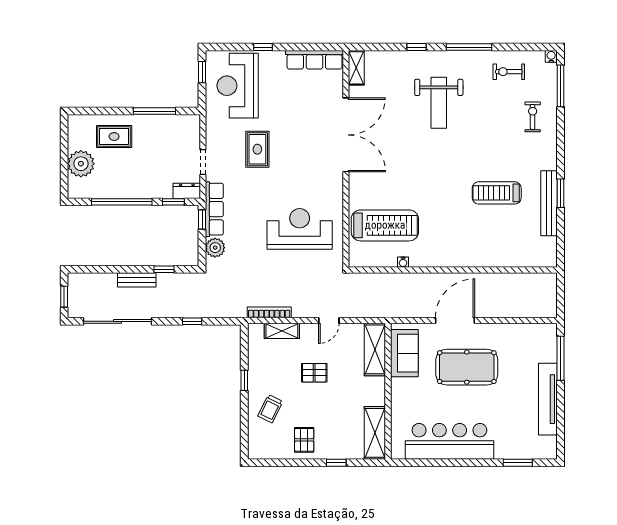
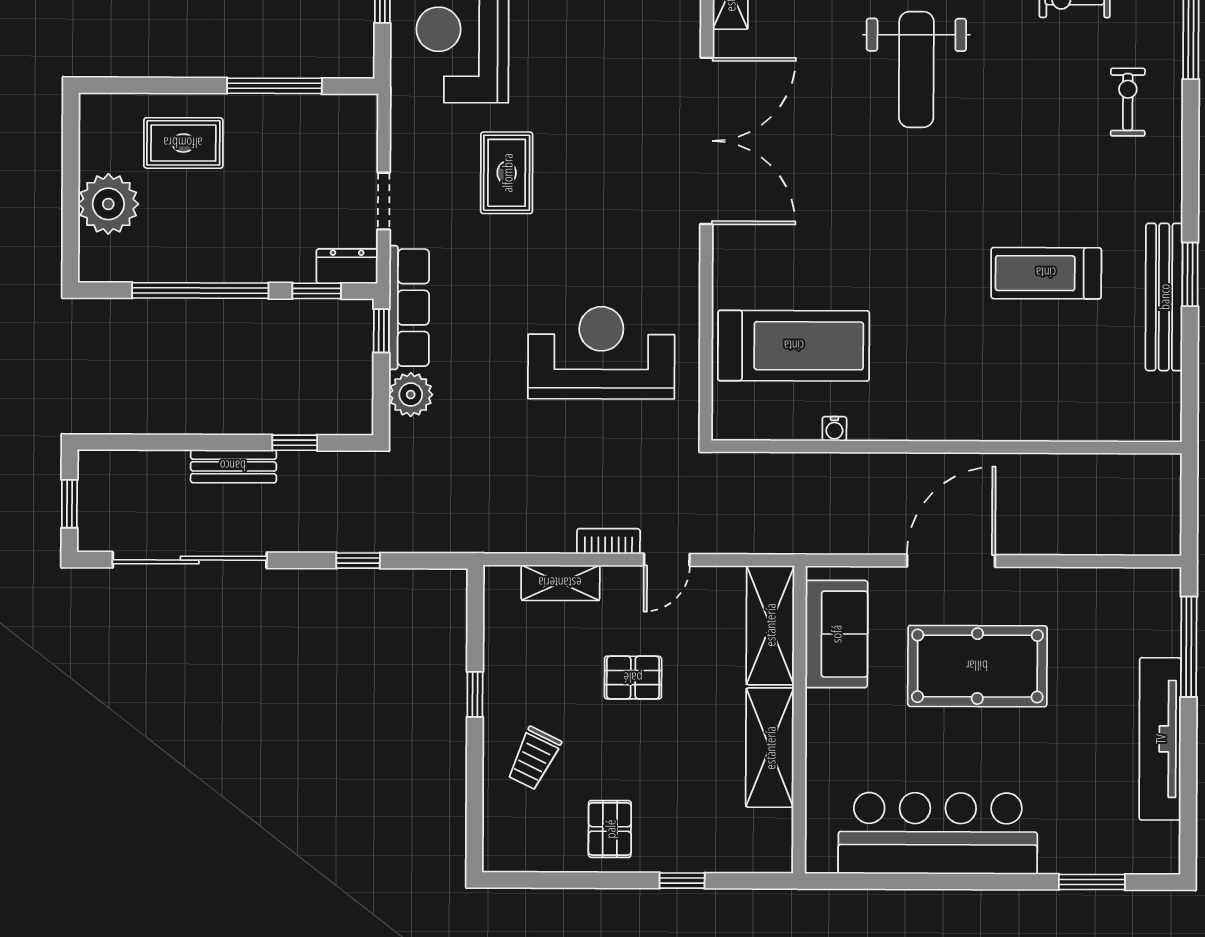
bookcase: (269, 312) -> (608, 541), moved, width x0.64
shelving: (375, 433) -> (770, 748), moved

